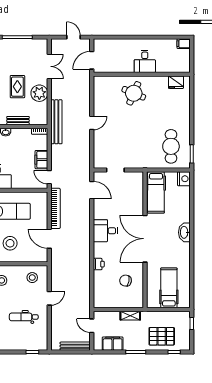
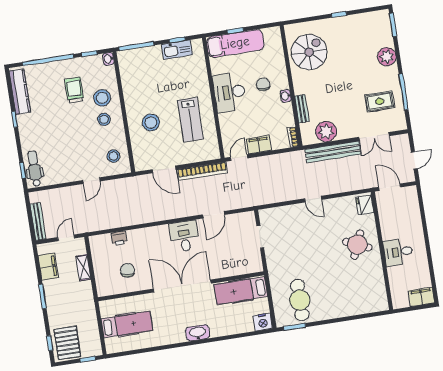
filing cabinet: (184, 44) -> (421, 297), width x2.00
fridge: (176, 82) -> (365, 205), moved
rug: (17, 87) -> (380, 101), moved
plant: (39, 93) -> (326, 132), moved
bench: (56, 122) -> (333, 152), moved
cafe table: (171, 146) -> (300, 300), turned 90
door: (92, 190) -> (214, 215), moved
door: (49, 239) -> (164, 169), swing flipped
printer: (99, 264) -> (119, 238), moved
door: (49, 298) -> (91, 181), hinge flipped
shelving: (130, 316) -> (83, 268), moved
dental chair: (24, 317) -> (34, 169), moved
pallet: (162, 336) -> (67, 343), moved

